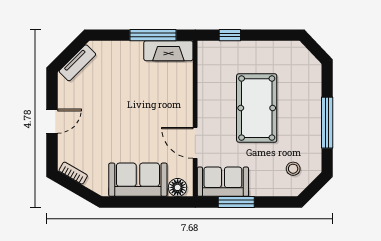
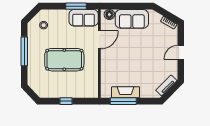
window: (230, 35) -> (66, 101), moved
fireplace: (168, 51) -> (126, 92), moved
pool table: (257, 108) -> (64, 60), turned 90
door: (195, 143) -> (99, 40), hinge flipped

